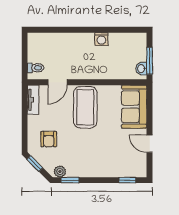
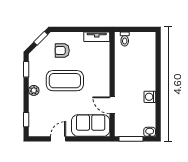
washbasin: (141, 69) -> (150, 132), moved
door: (57, 82) -> (112, 105), moved
coffee table: (85, 107) -> (65, 81), moved
plant: (60, 171) -> (34, 90), moved

